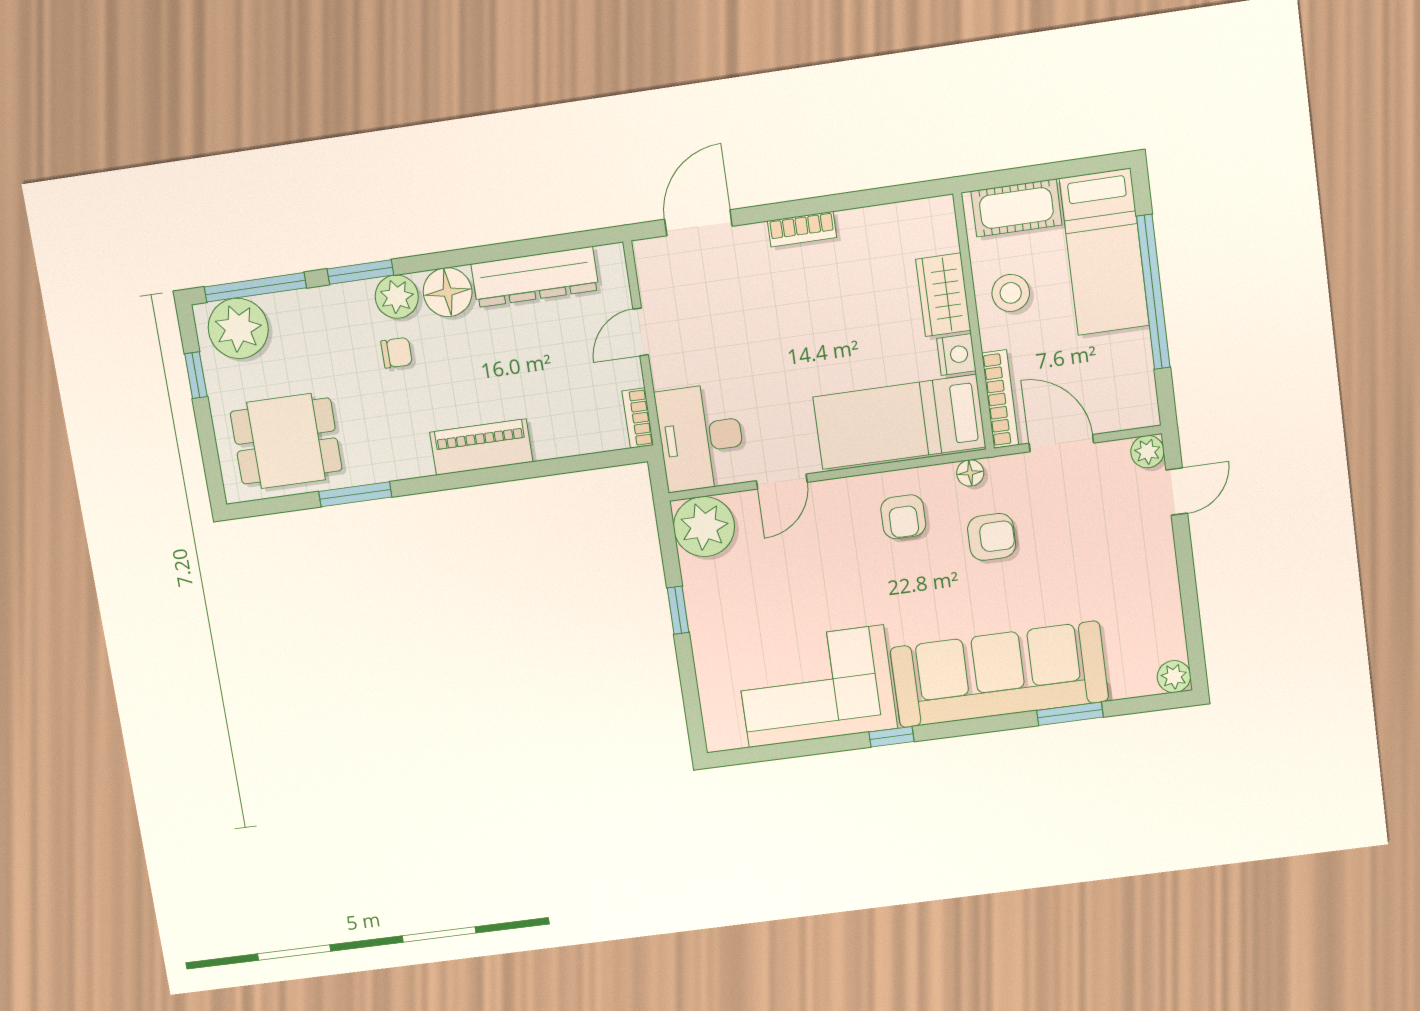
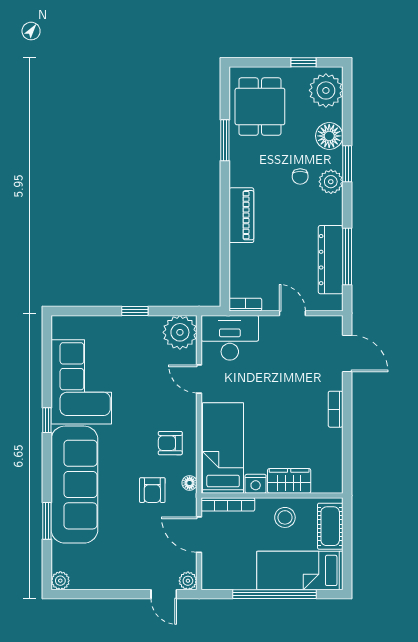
window: (255, 287) -> (347, 257), moved
floor lamp: (448, 292) -> (329, 136), moved
door: (1061, 443) -> (199, 535), swing flipped

